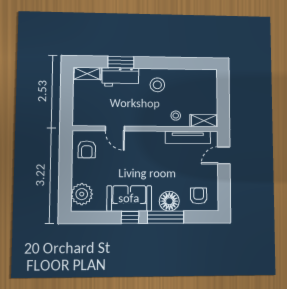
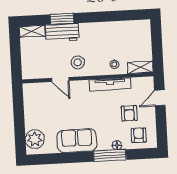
stool: (157, 85) -> (78, 62), moved
tv unit: (188, 137) -> (110, 84), moved
armchair: (87, 149) -> (129, 113), moved
floor lamp: (169, 201) -> (117, 145), width x0.53, depth x0.53
window: (130, 217) -> (79, 157), removed

